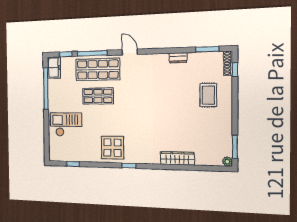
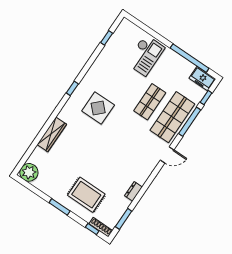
rug: (208, 95) -> (86, 195), width x1.36, depth x1.43
window: (235, 147) -> (60, 207), moved
display table: (112, 148) -> (98, 108), moved
plant: (227, 161) -> (29, 172), width x1.87, depth x1.87

